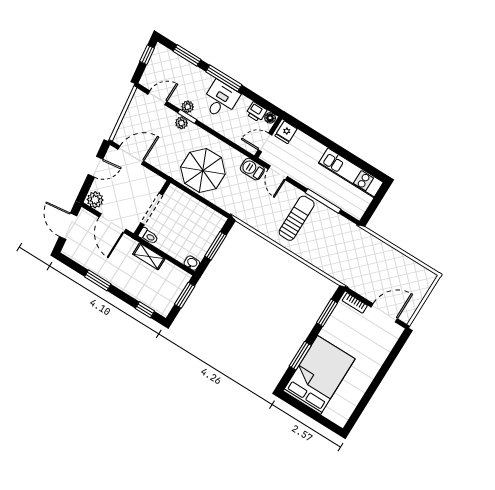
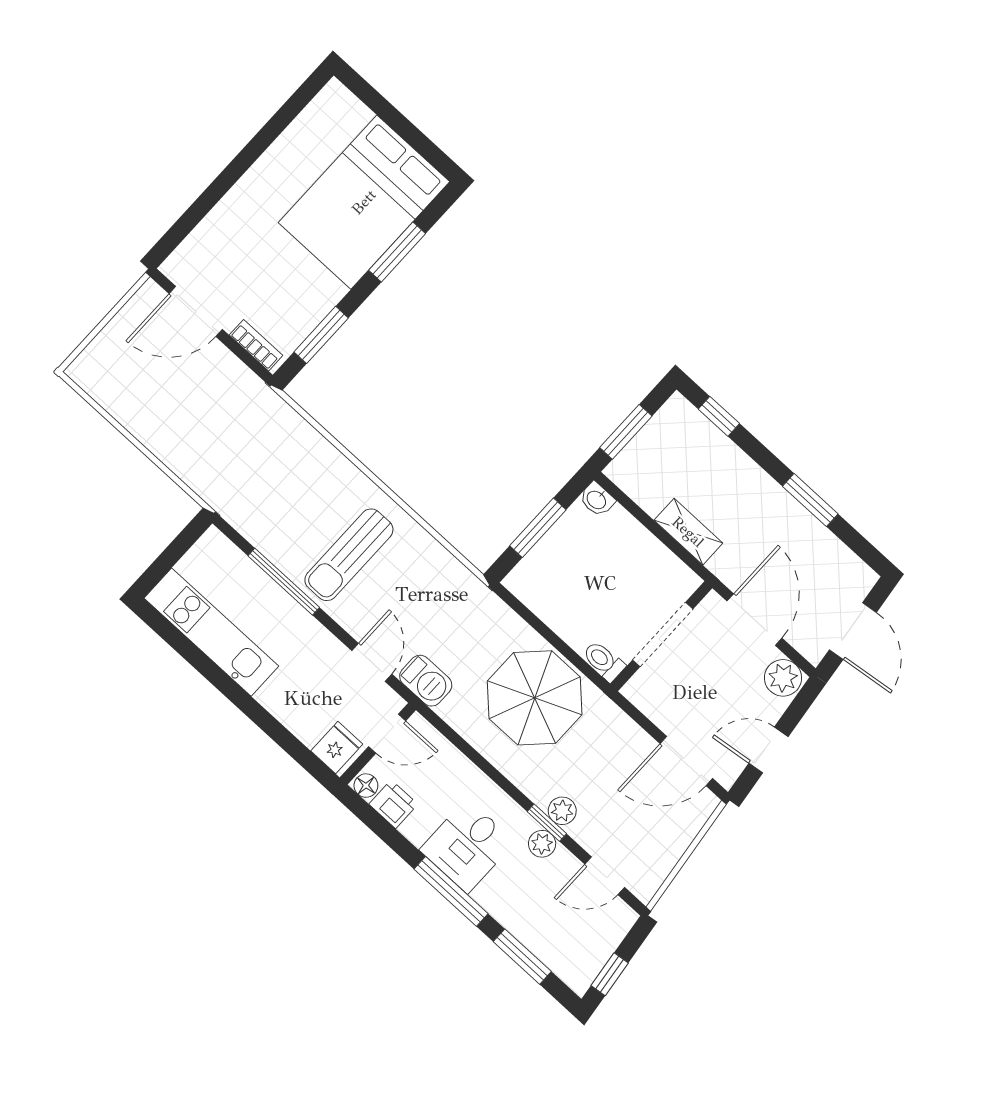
toilet: (148, 236) -> (604, 661), moved

